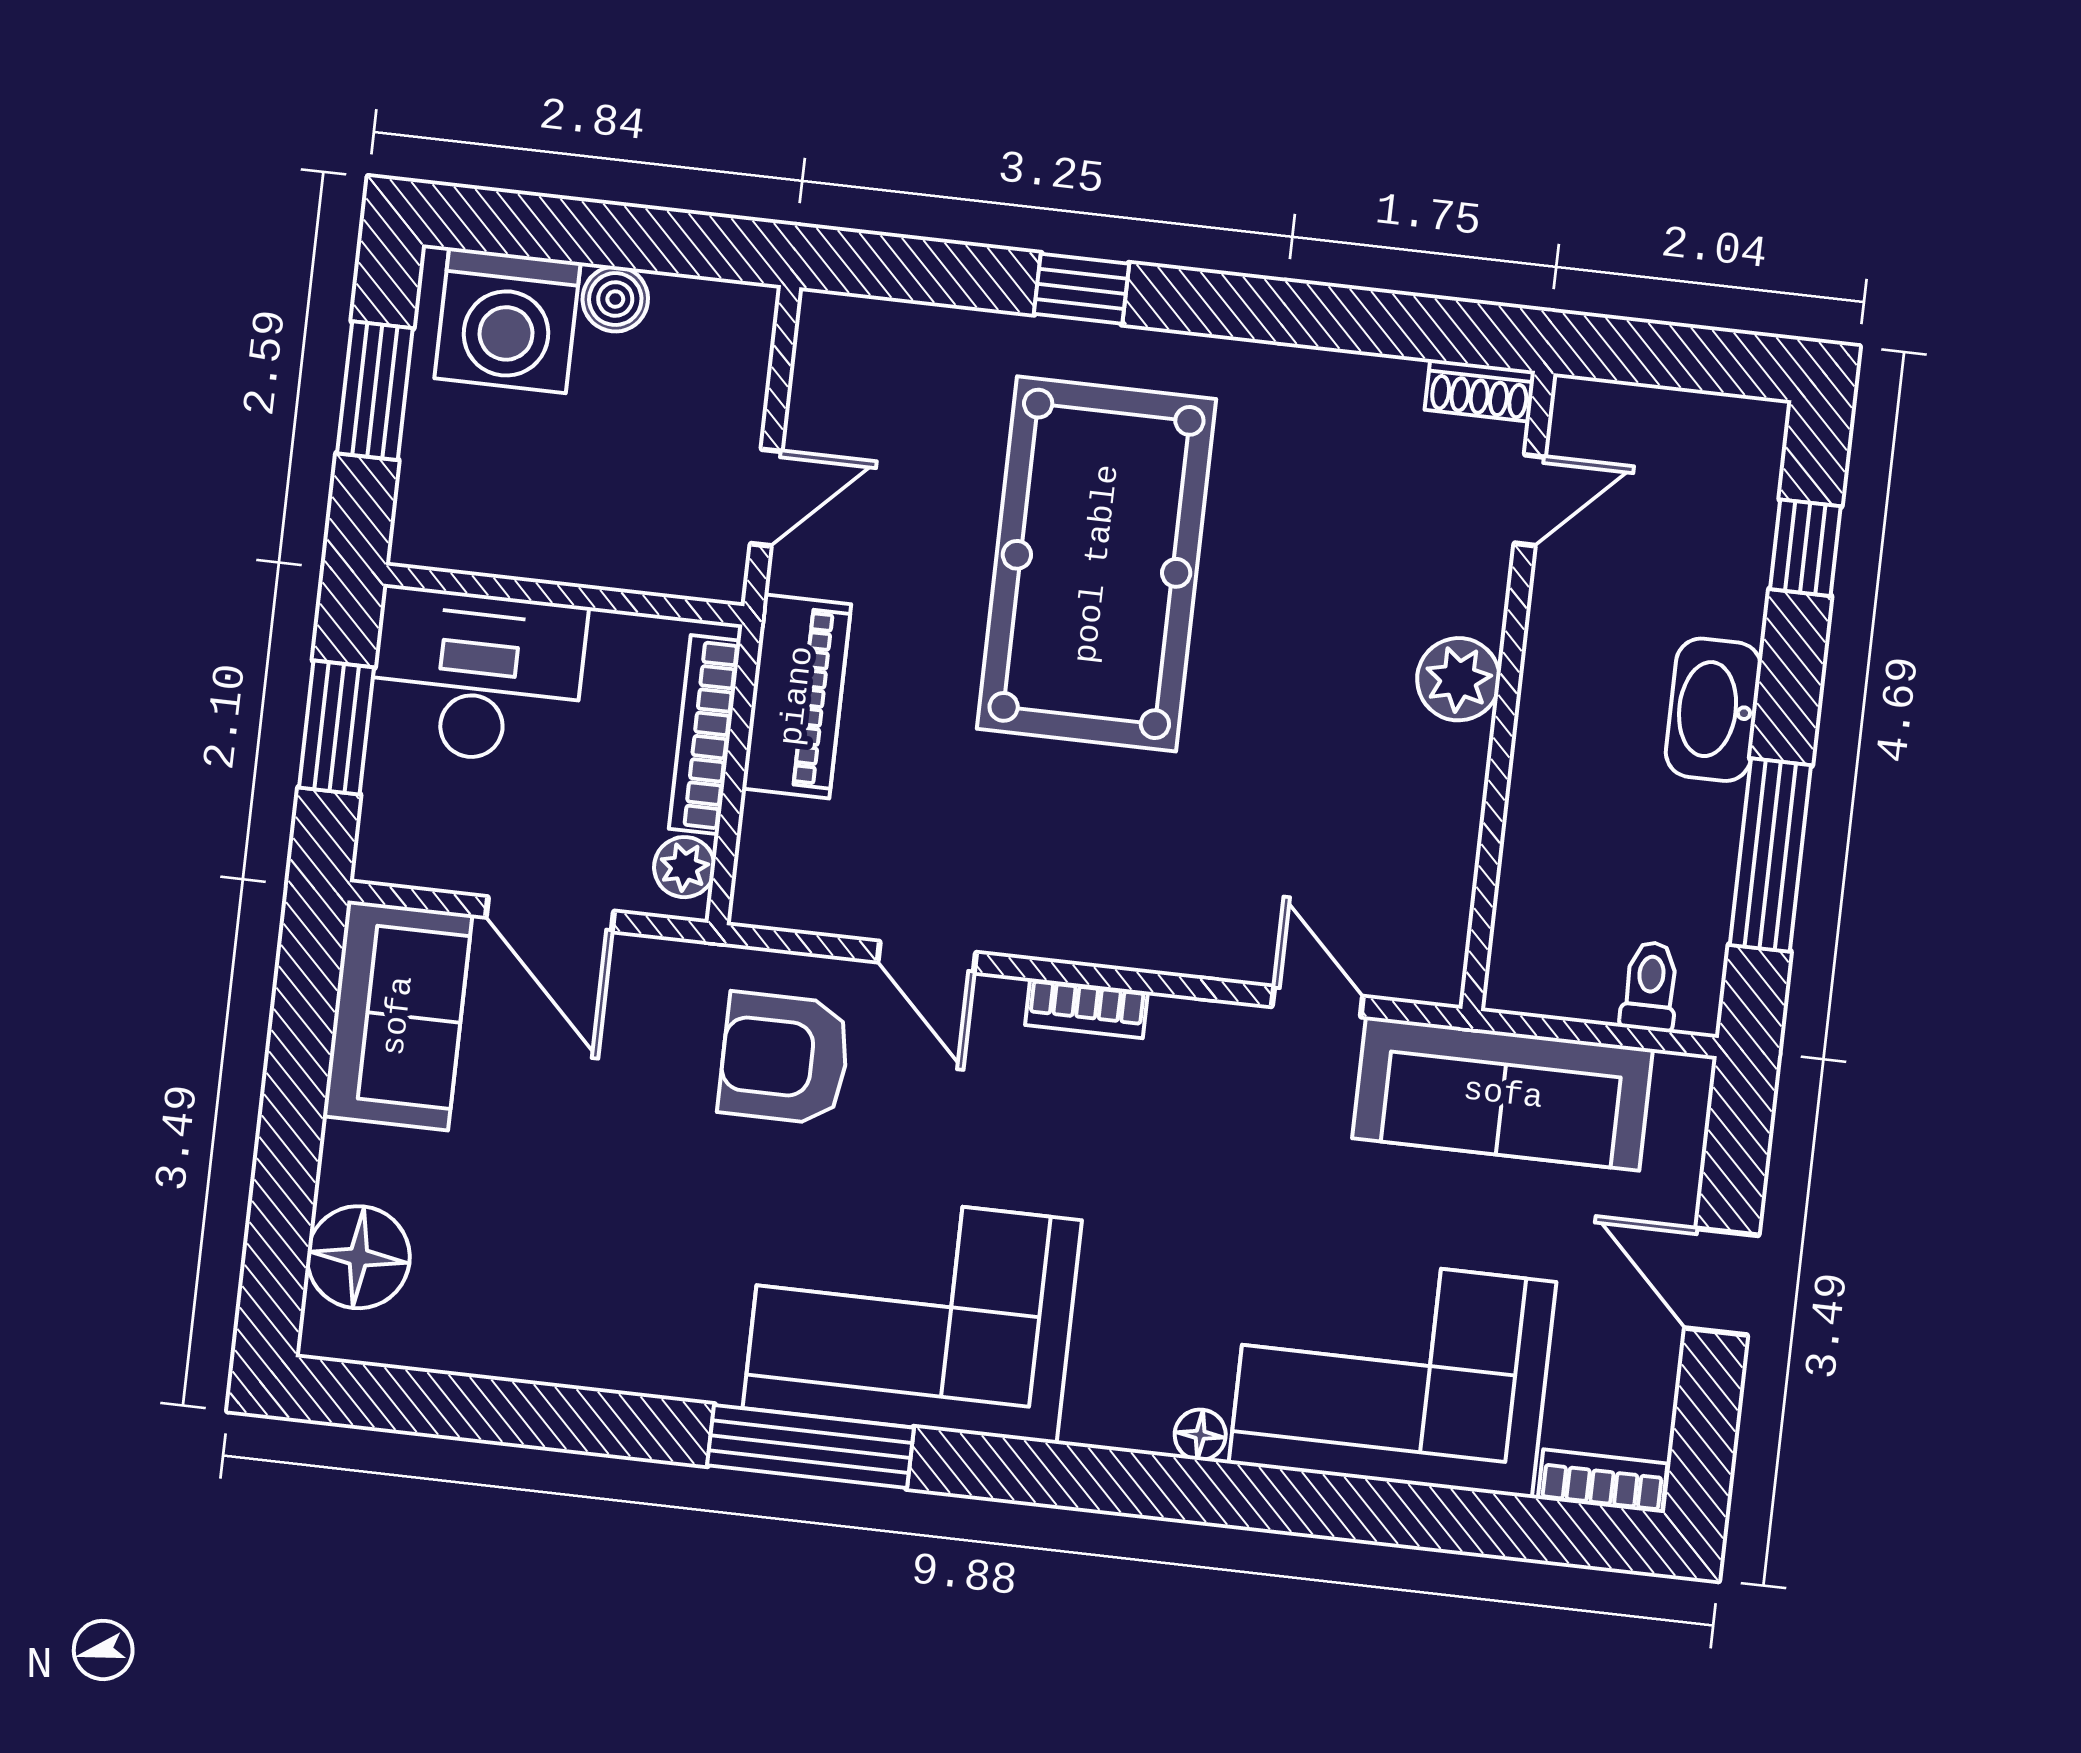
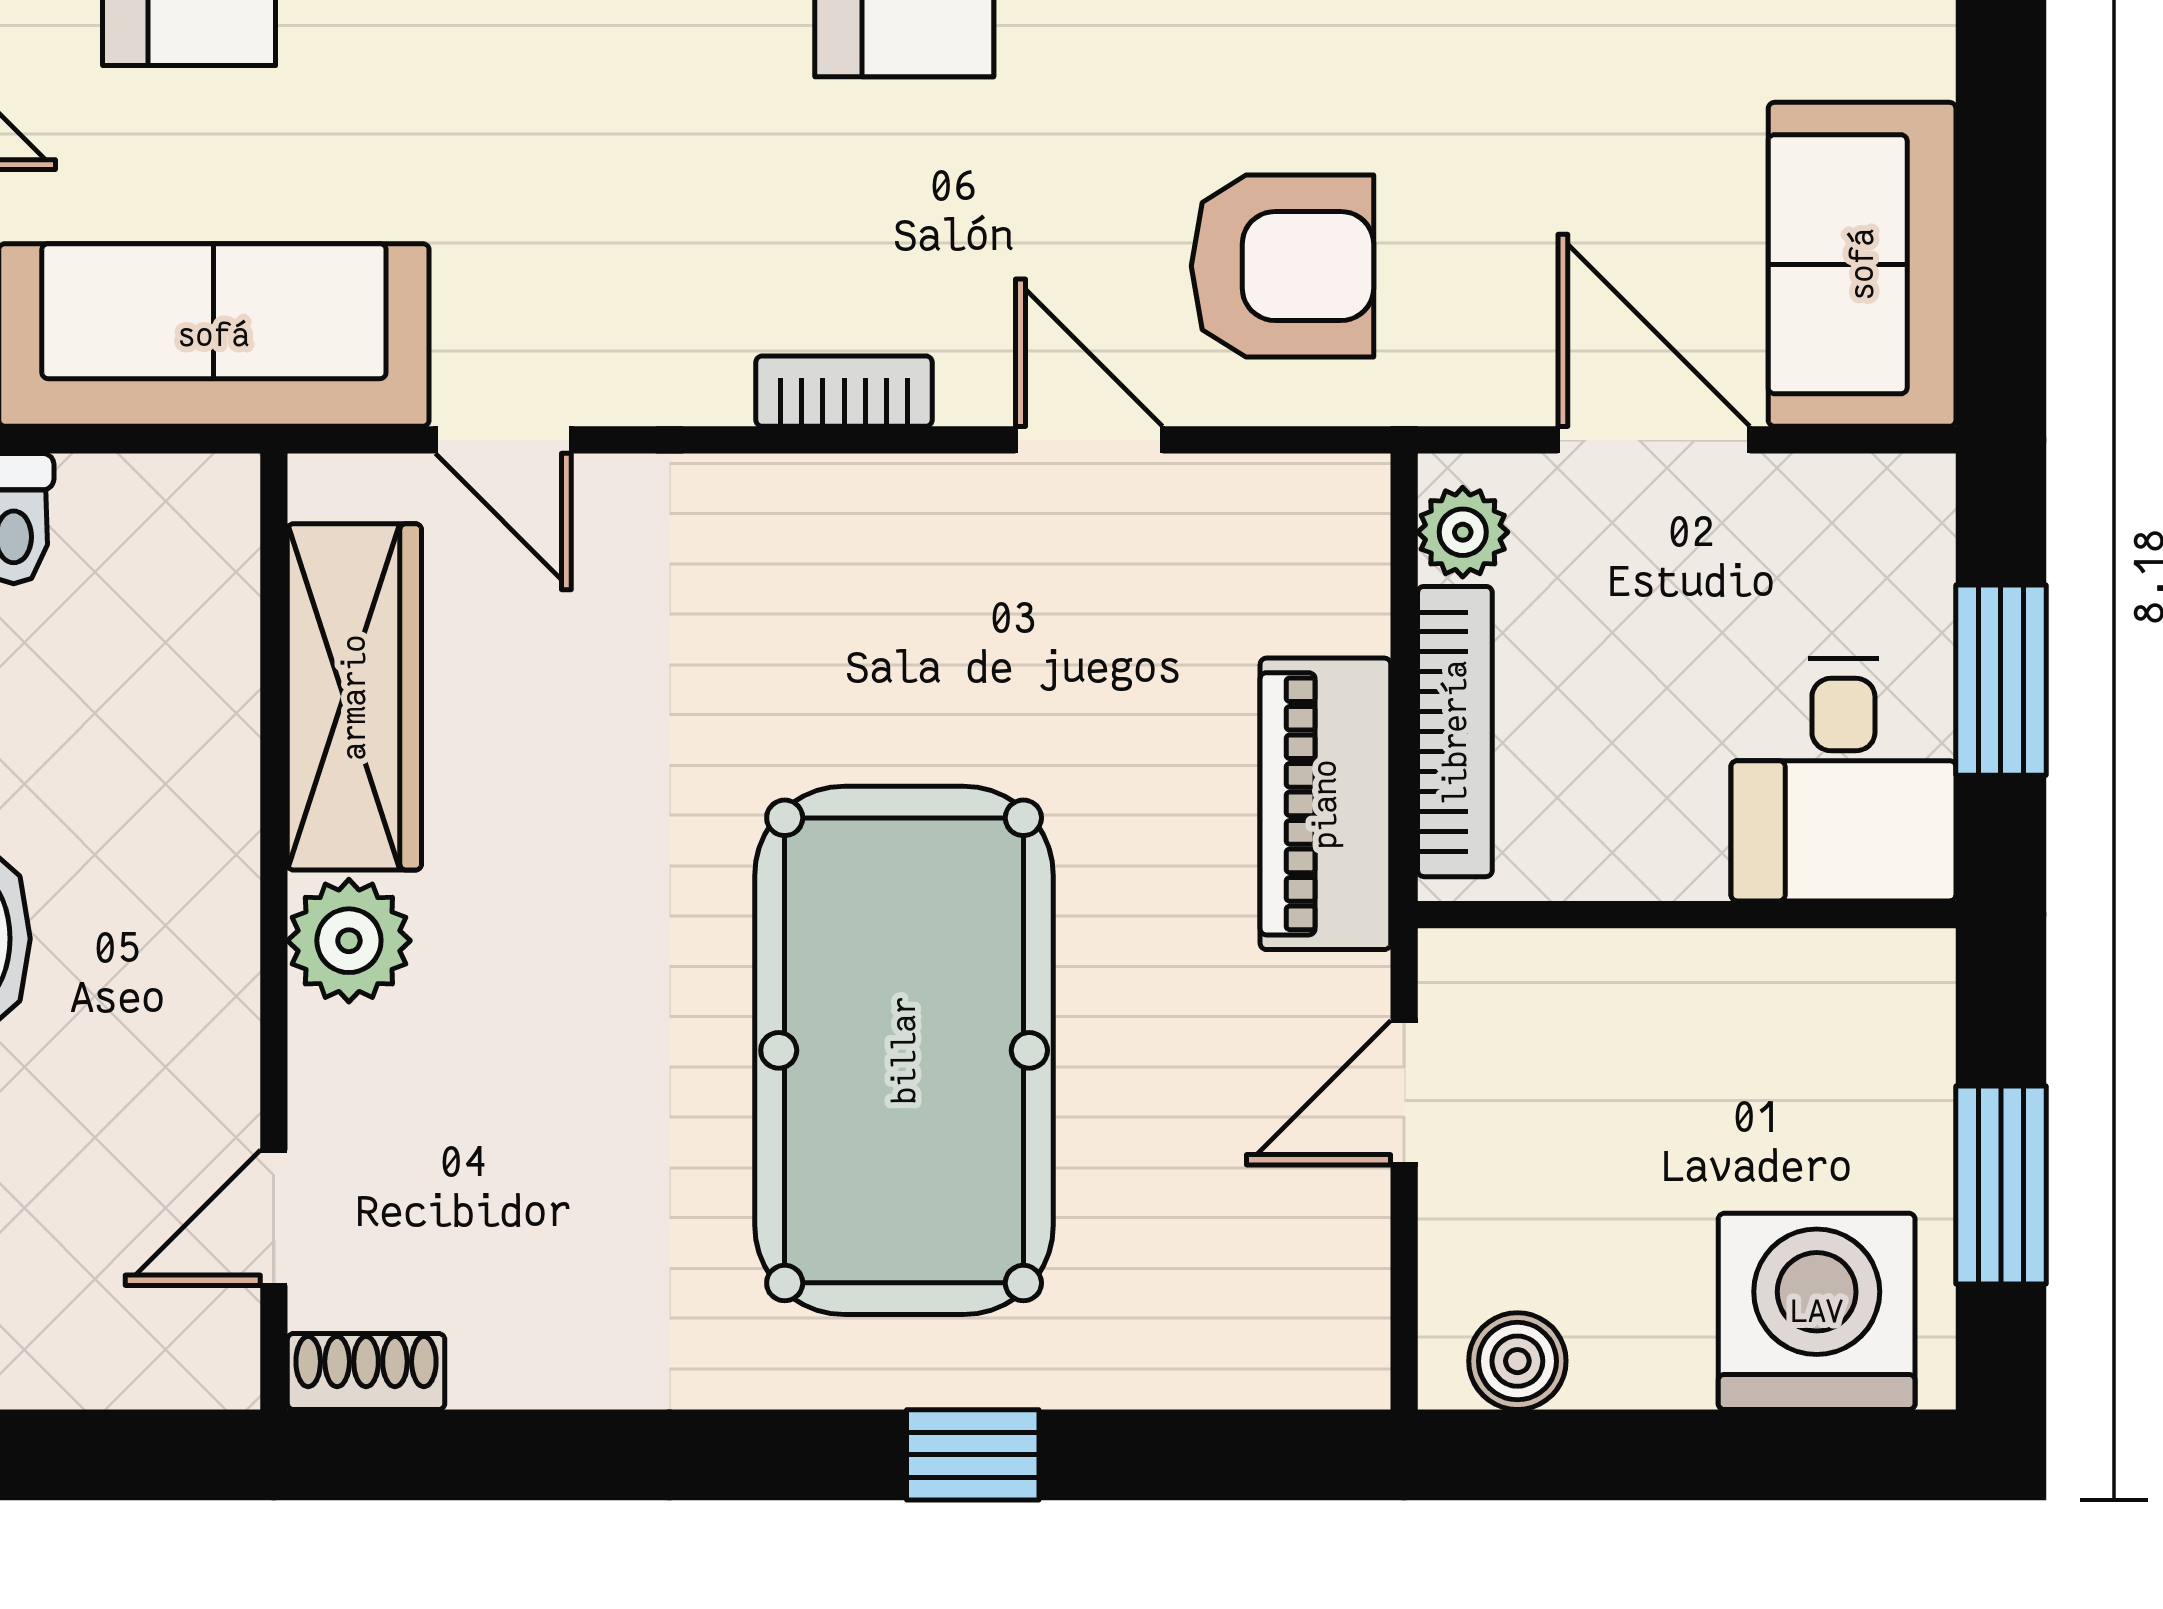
boiler: (615, 299) -> (1517, 1361), moved
desk: (477, 676) -> (1843, 780), width x0.73
wardrobe: (1436, 841) -> (354, 697), added

